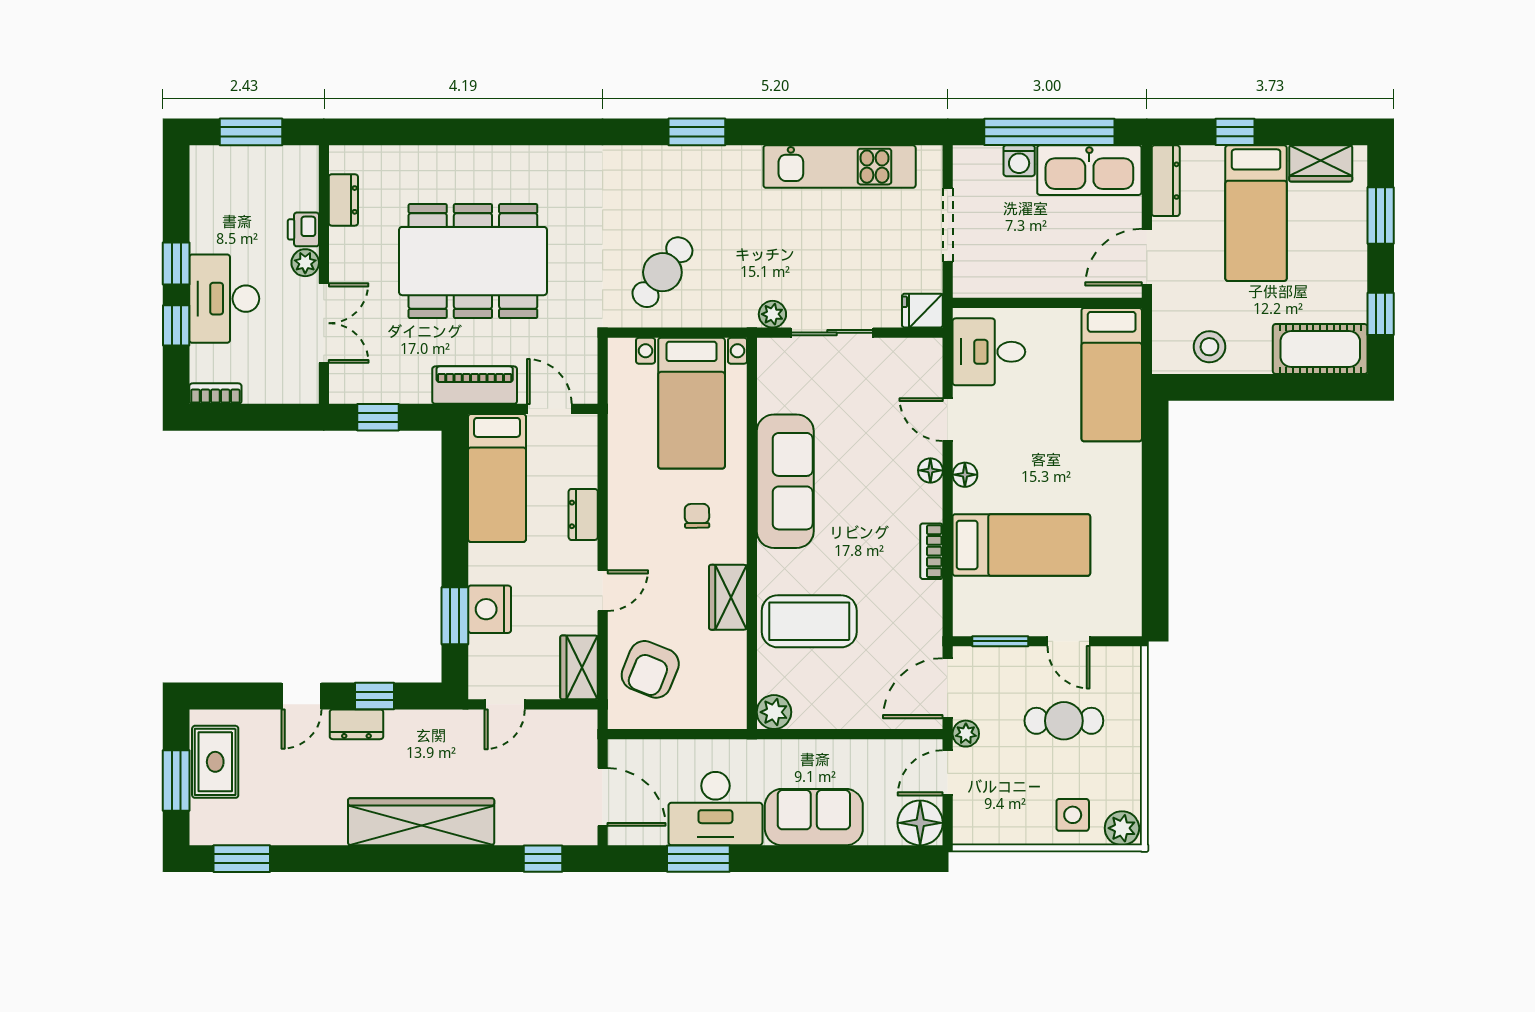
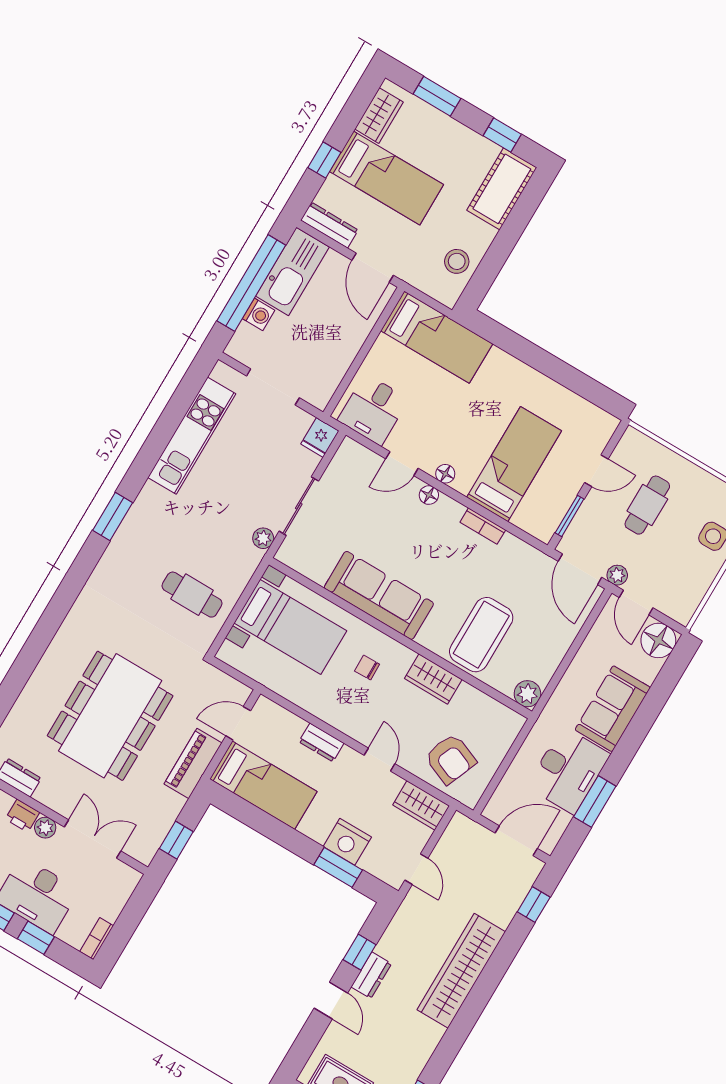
cafe table: (662, 272) -> (192, 595), turned -37

